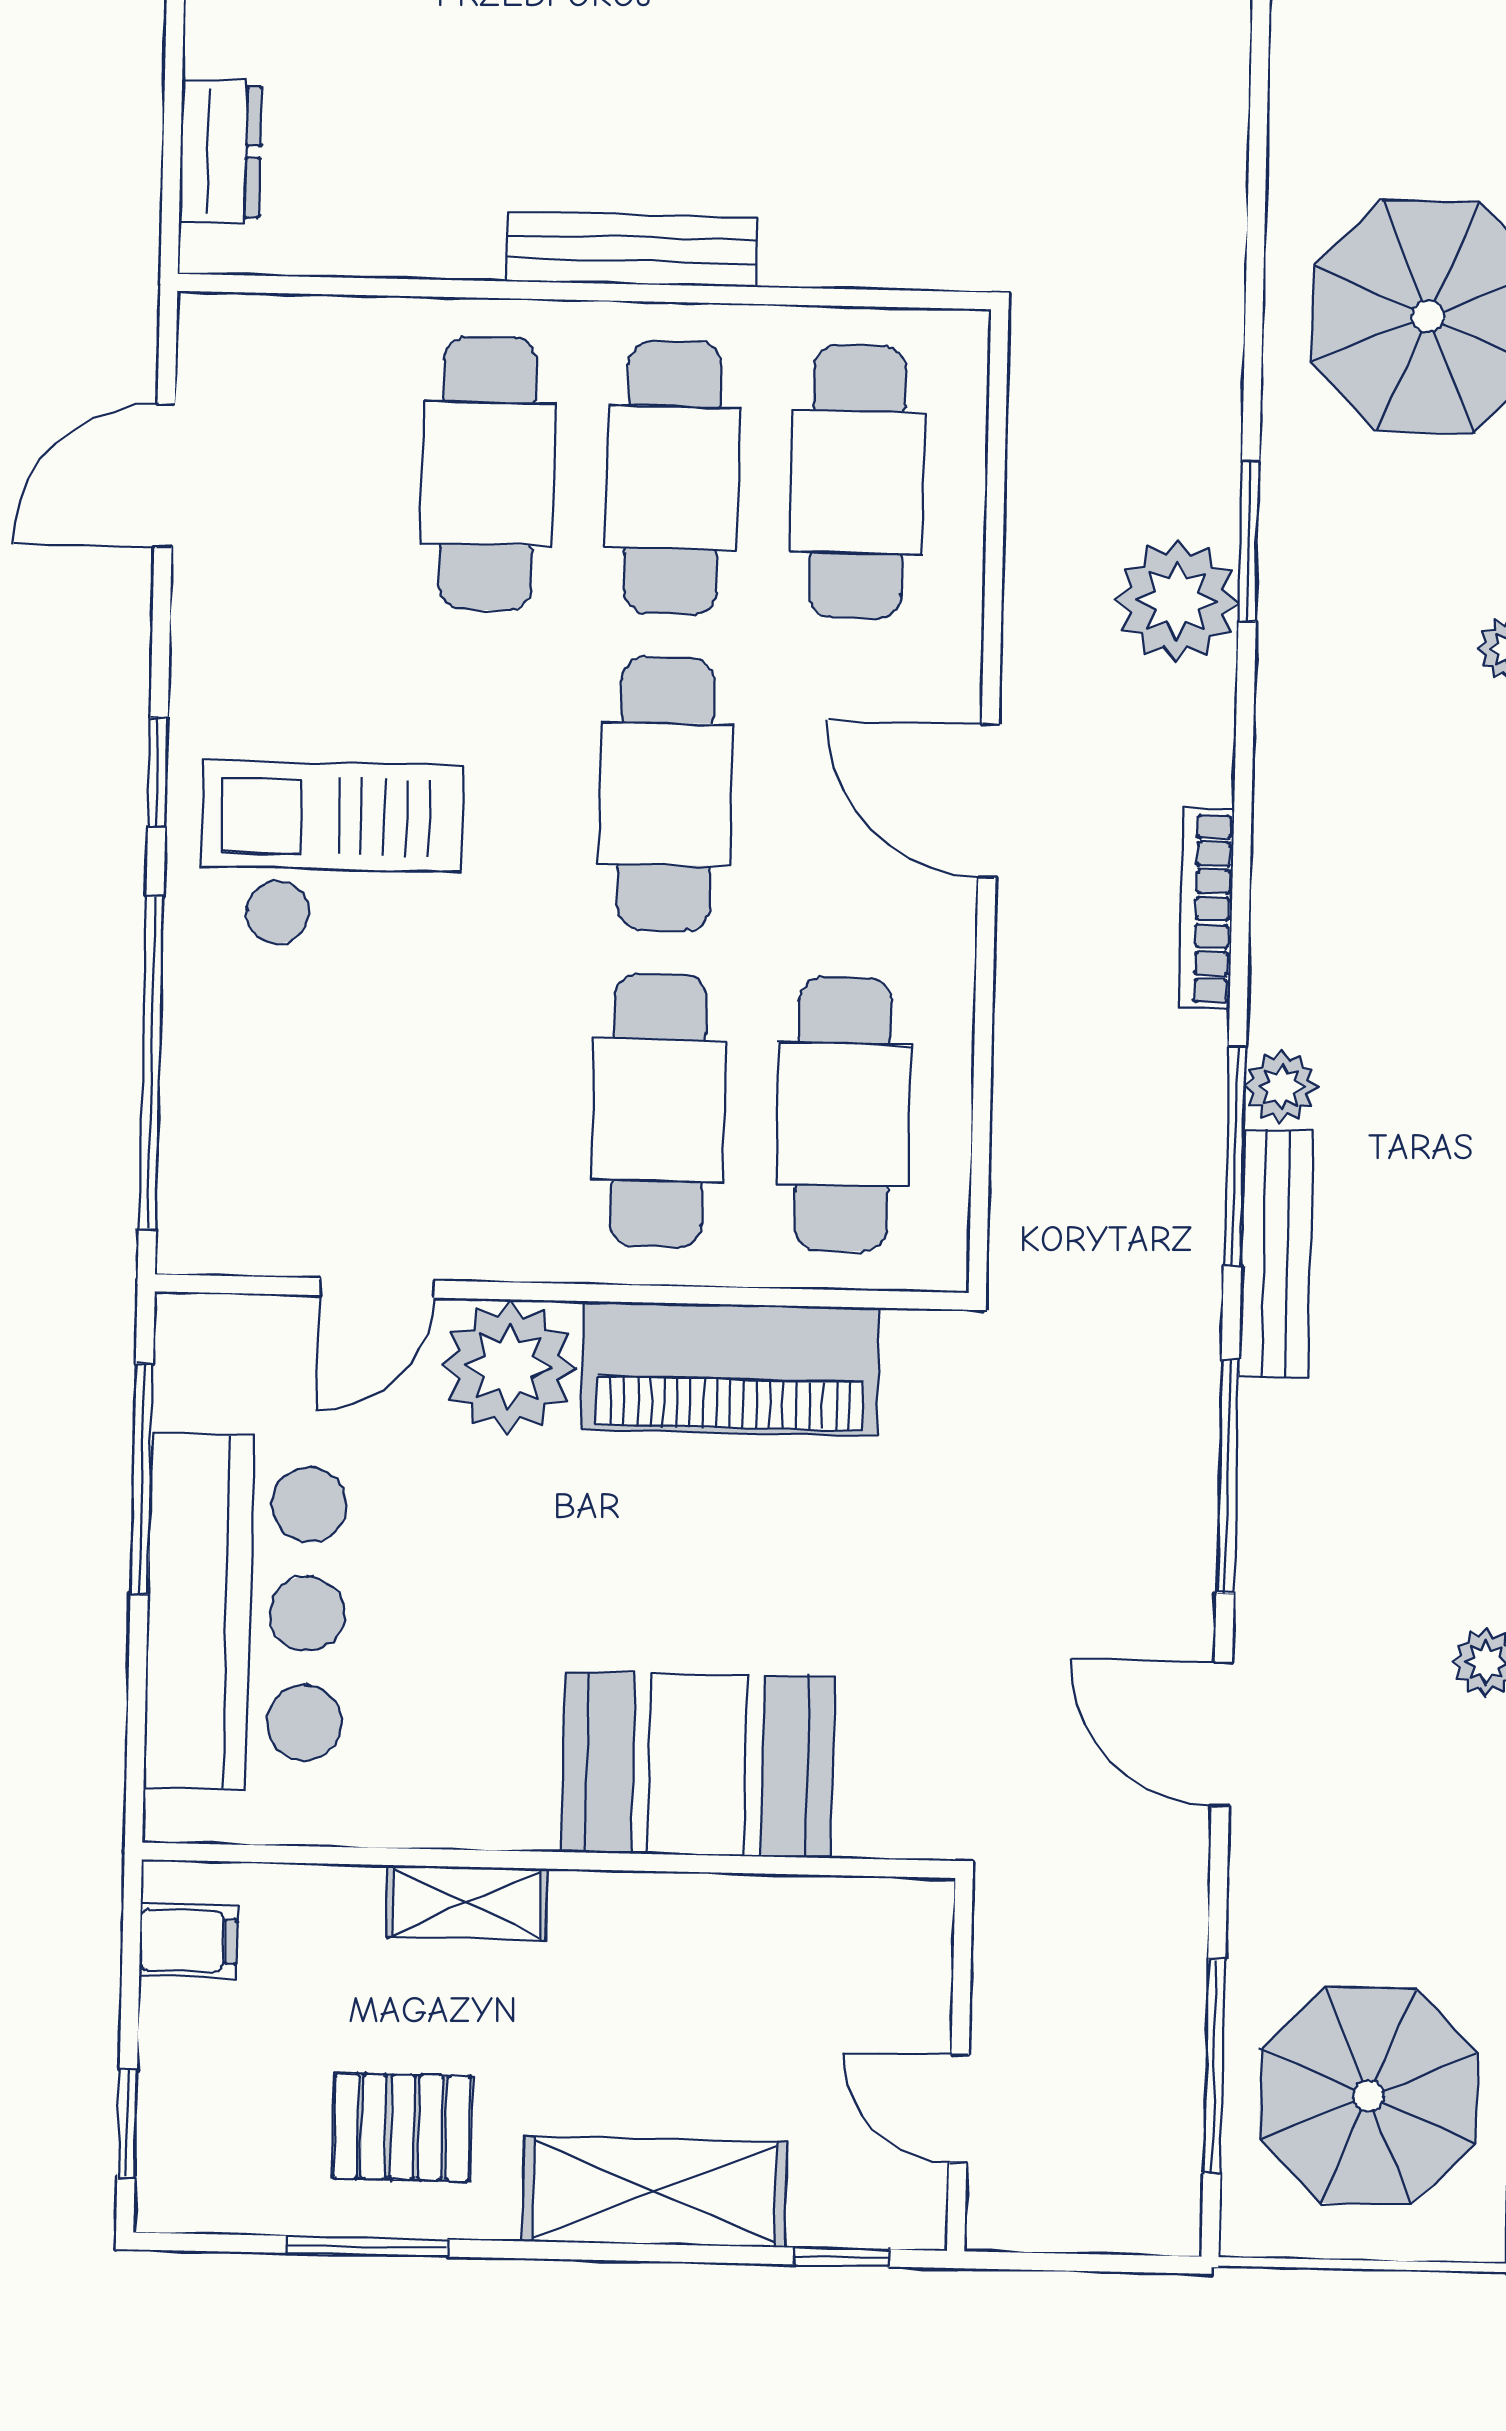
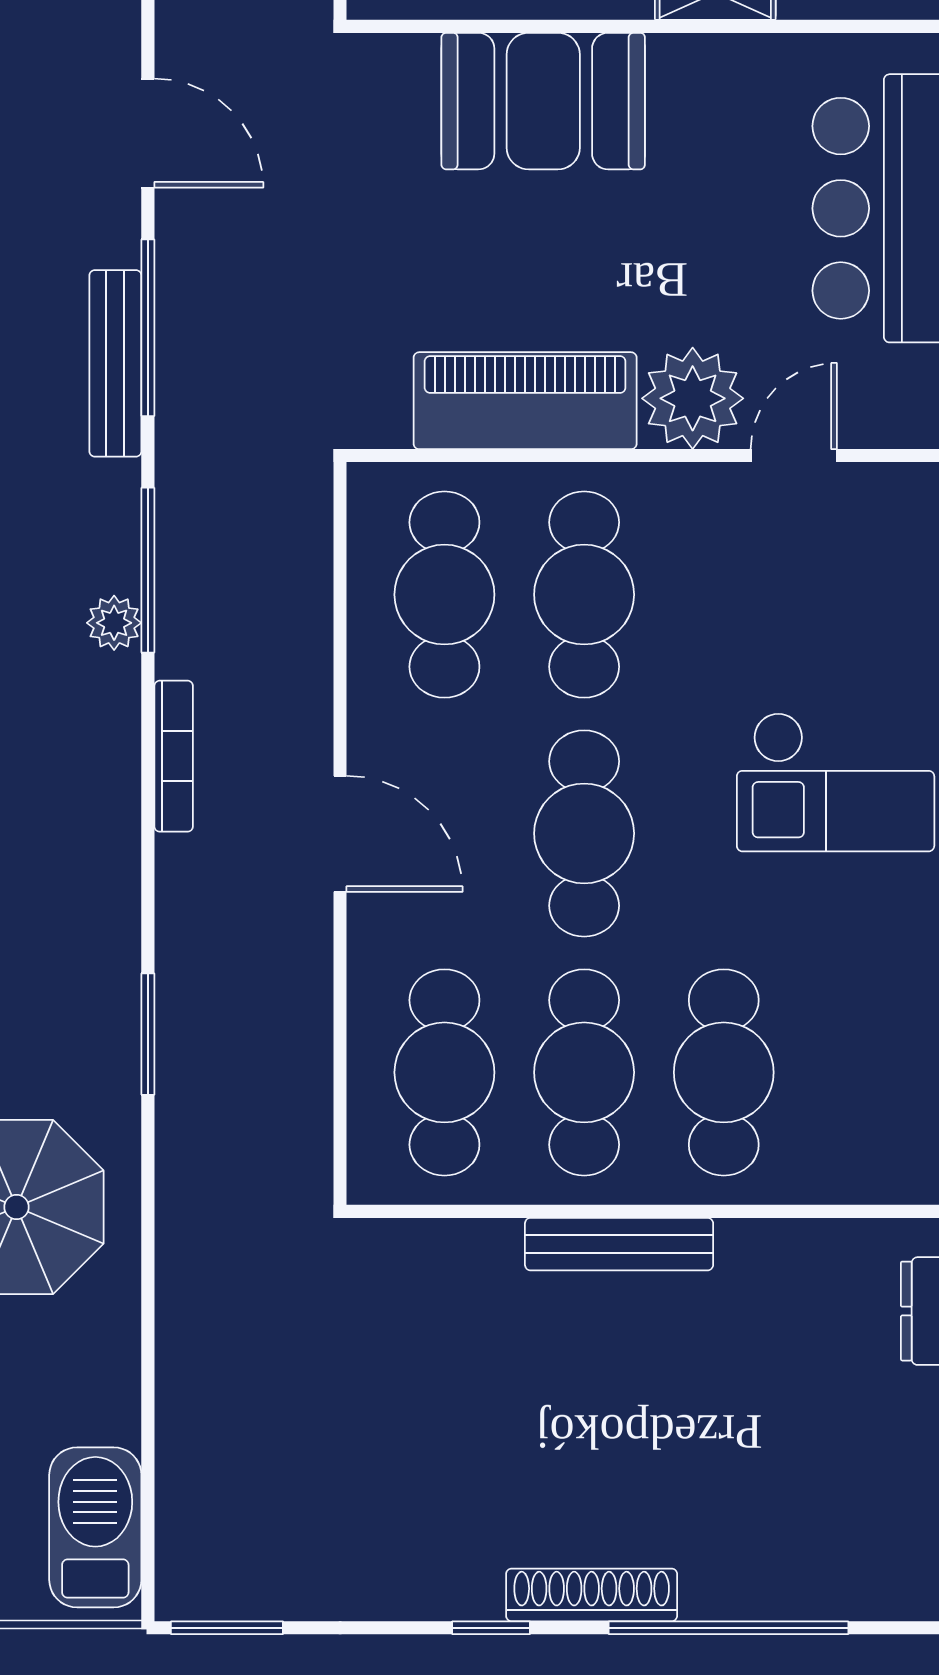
plant: (1177, 601) -> (201, 988), removed
bench: (1276, 1253) -> (115, 363), moved

